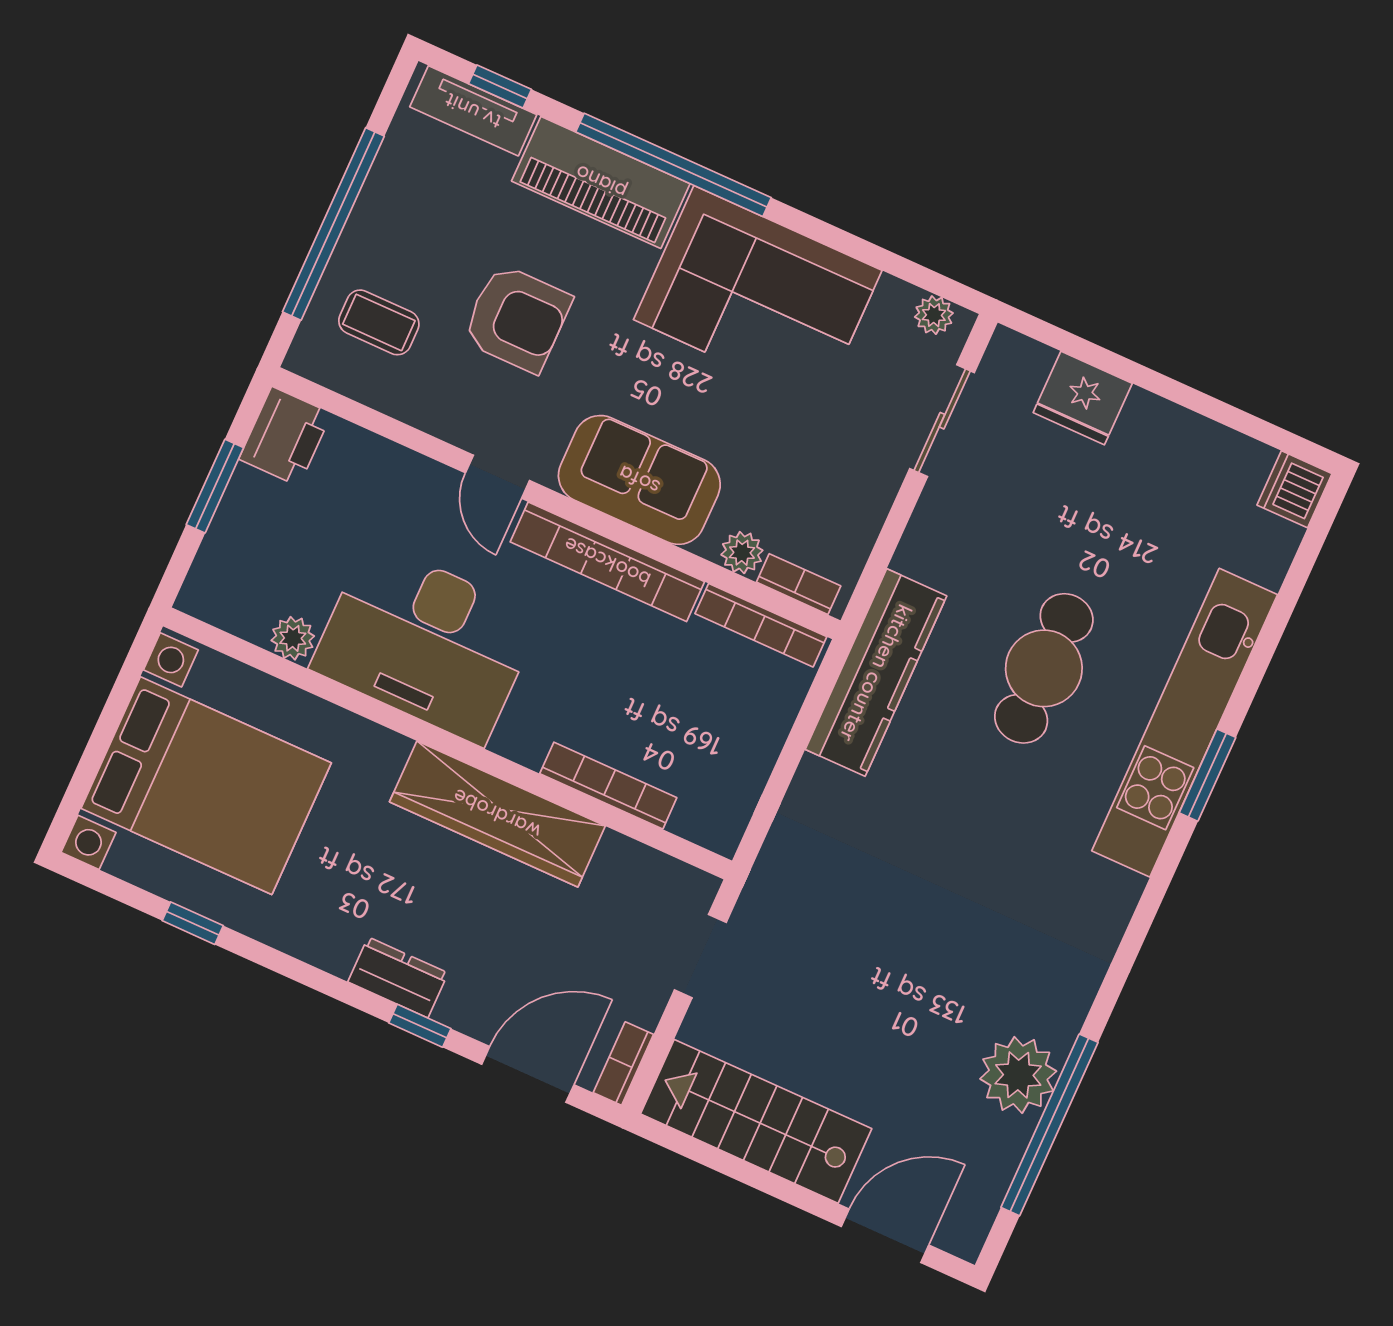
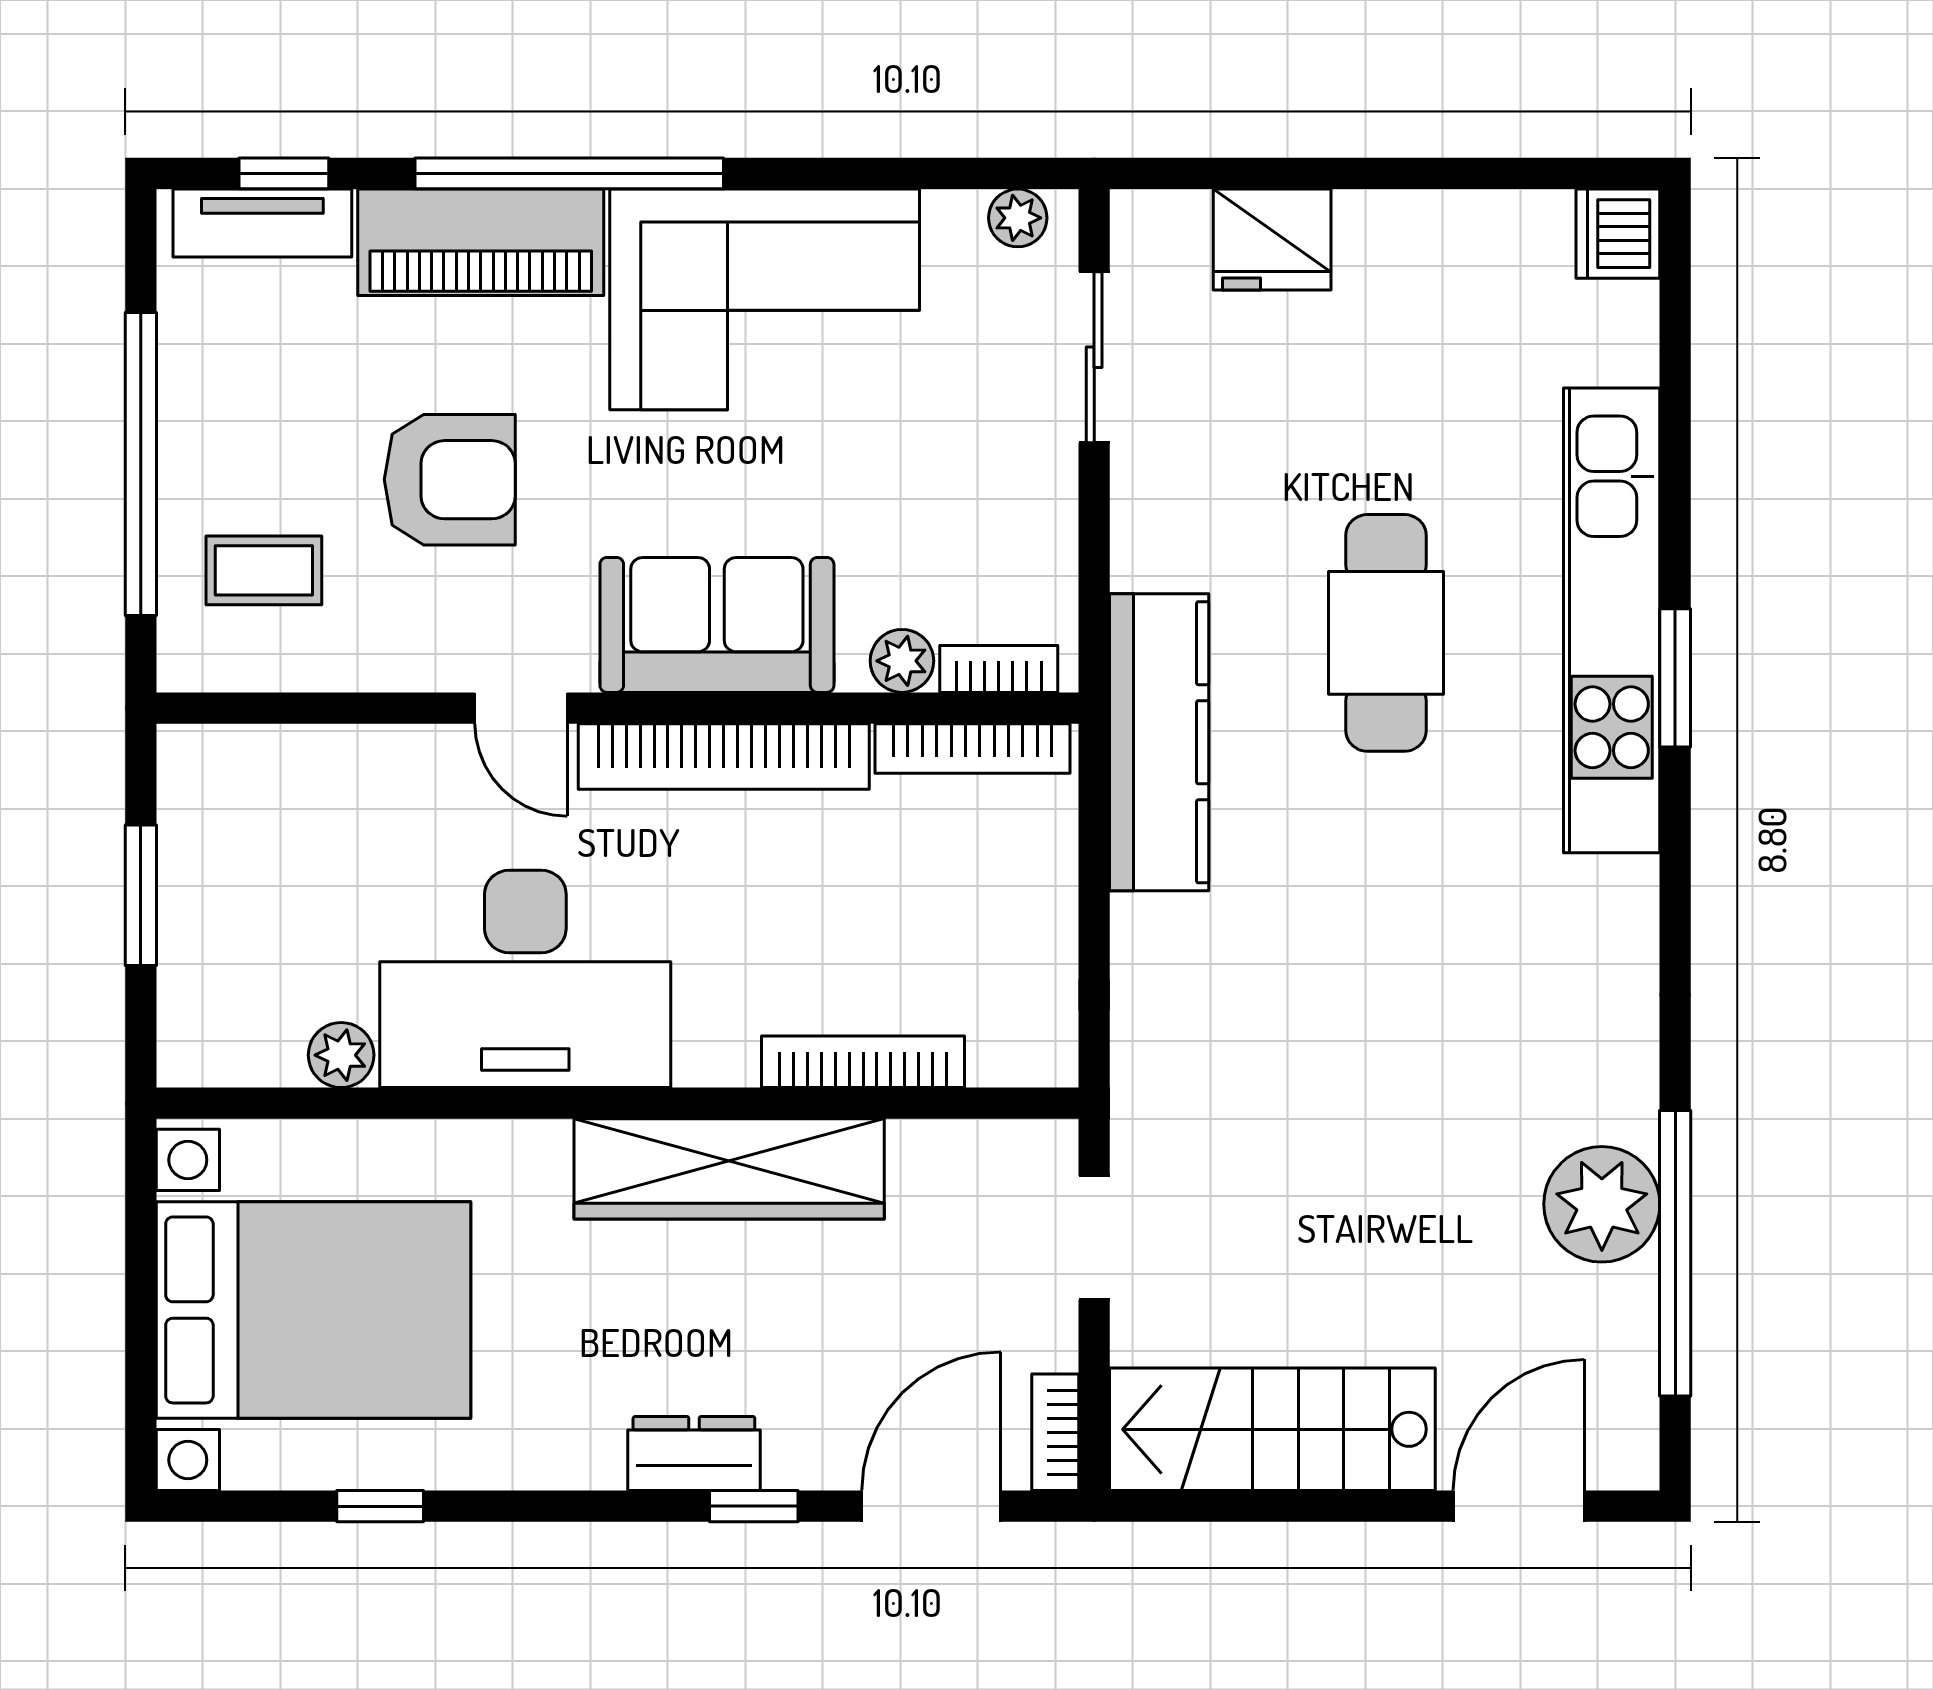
printer: (285, 436) -> (206, 784), removed

